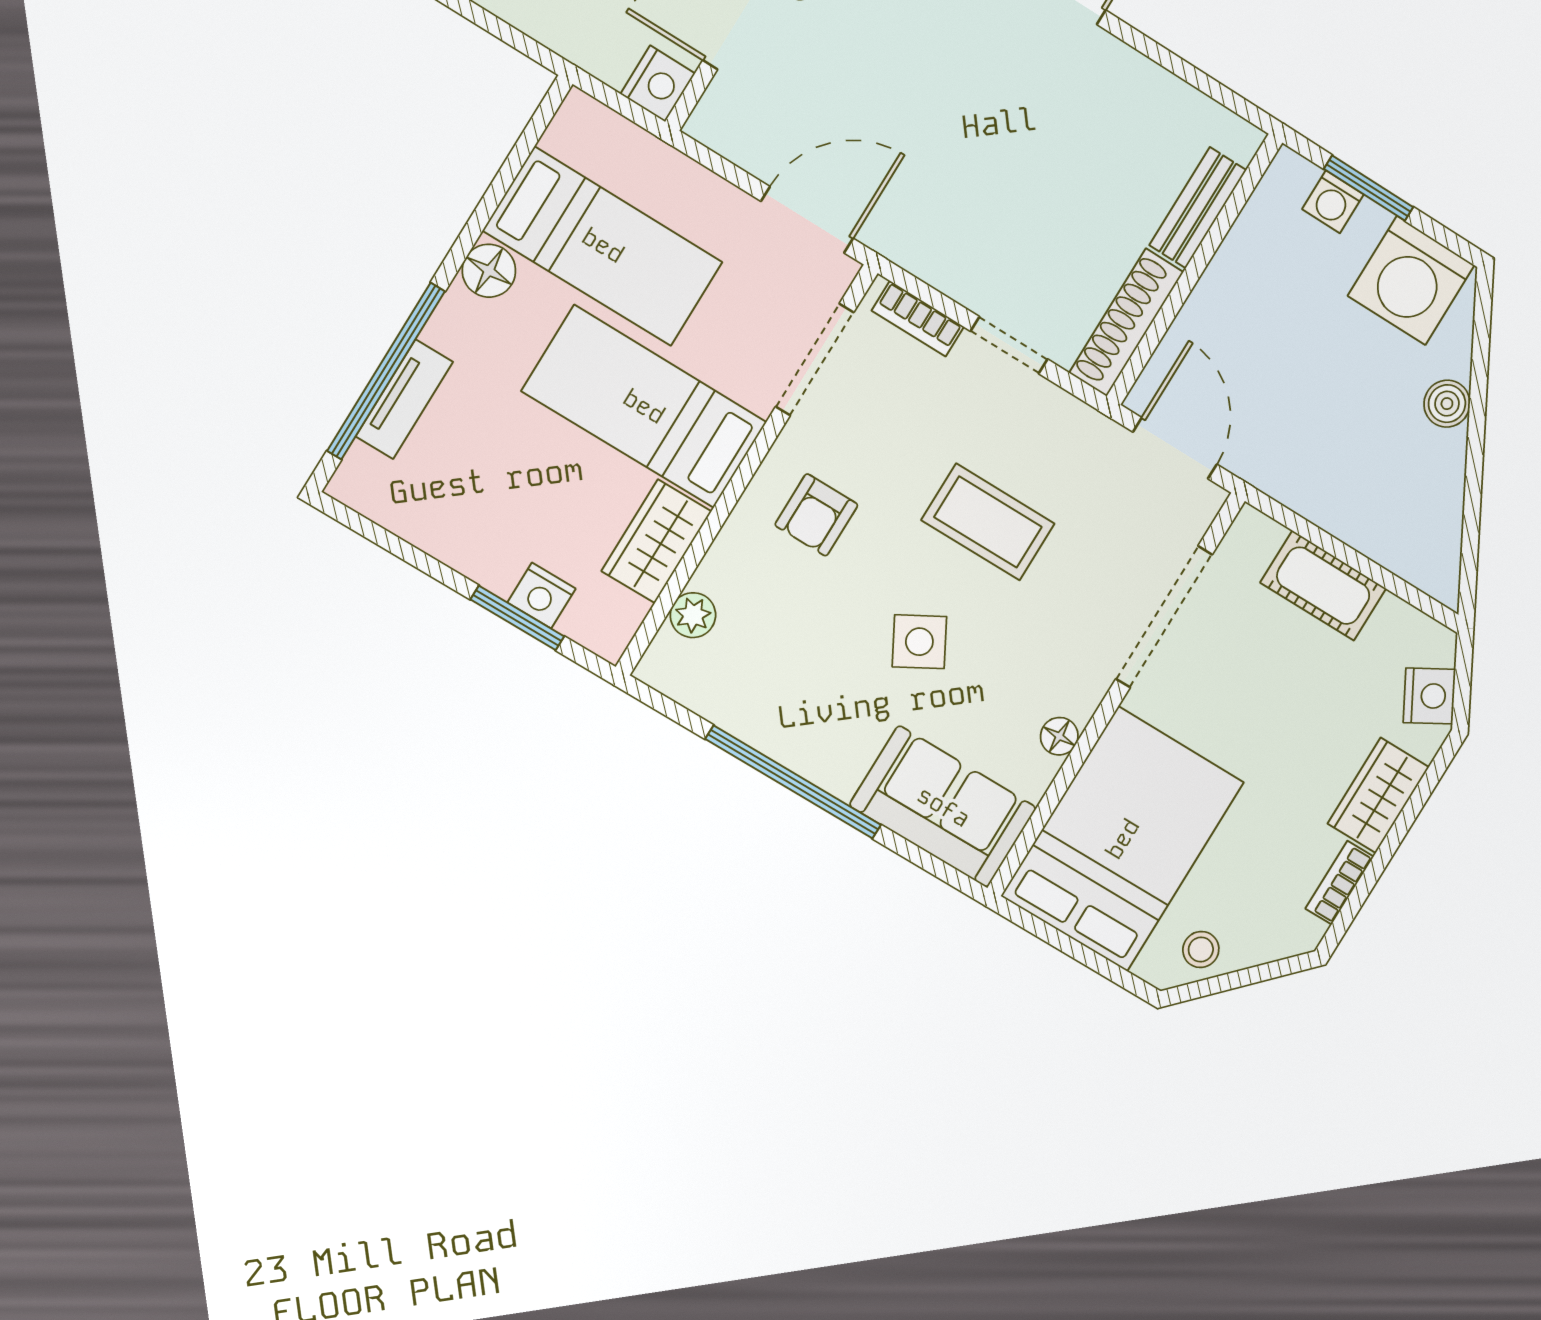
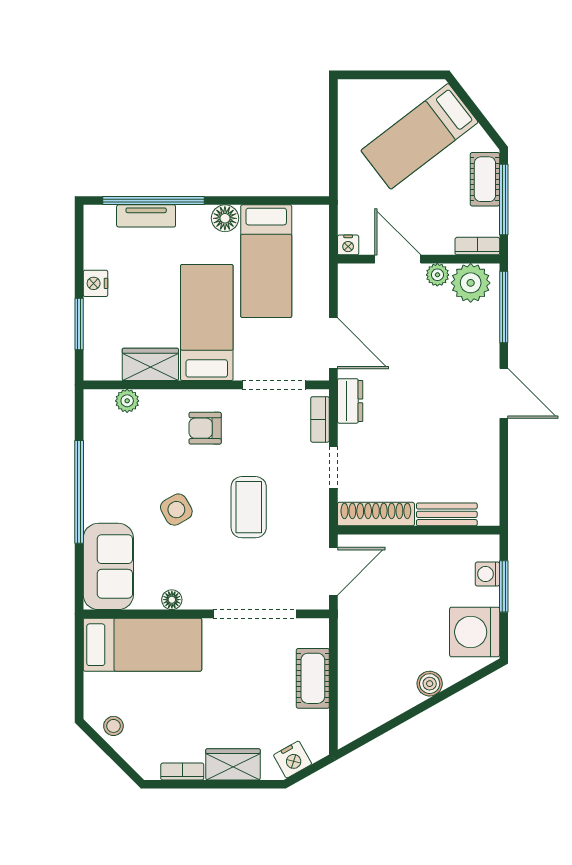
nightstand: (658, 84) -> (348, 245), width x0.72, depth x0.74
dresser: (918, 251) -> (350, 401), added
nightstand: (542, 596) -> (96, 283), moved
bed: (1123, 839) -> (142, 645), width x0.67

